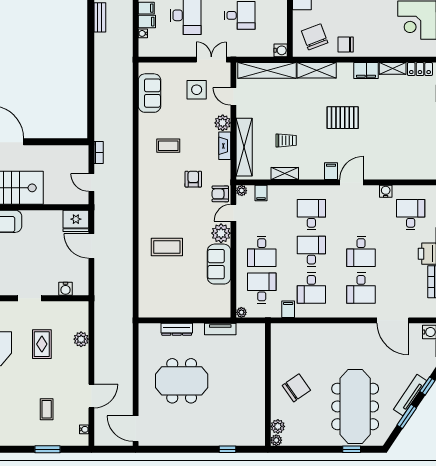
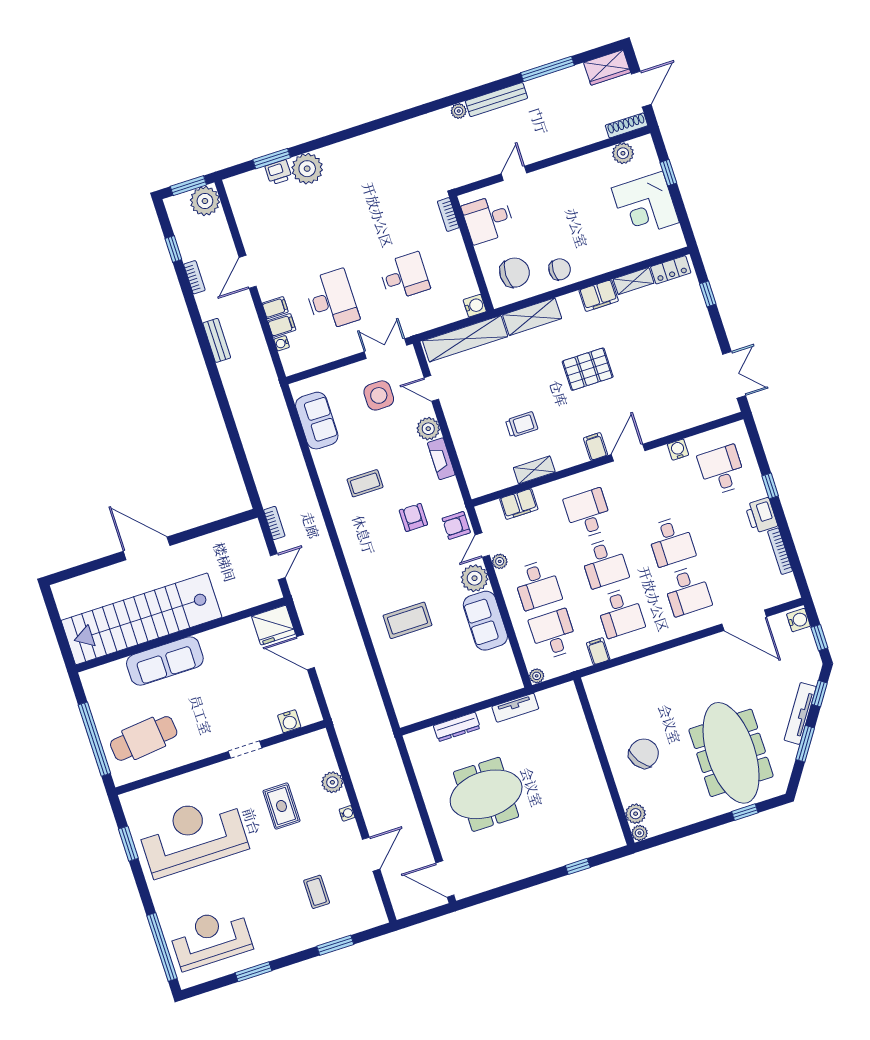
chair: (315, 37) -> (515, 273), turned 111
chair: (346, 45) -> (560, 269), turned 180
shelving: (244, 147) -> (468, 452), removed
door: (91, 183) -> (278, 567), swing flipped
plant: (242, 191) -> (500, 561), moved
filing cabinet: (261, 193) -> (519, 504), width x2.00
desk: (311, 251) -> (604, 563), turned 180
water cooler: (84, 429) -> (347, 813), moved

